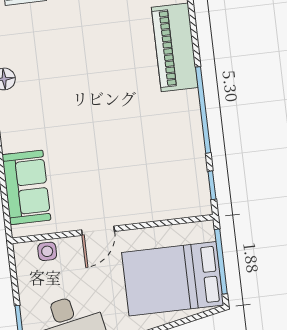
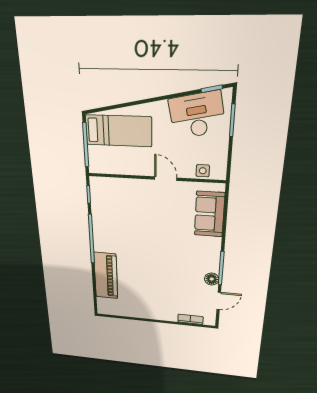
door: (98, 231) -> (166, 179), hinge flipped
bed: (173, 279) -> (119, 131), width x0.67

